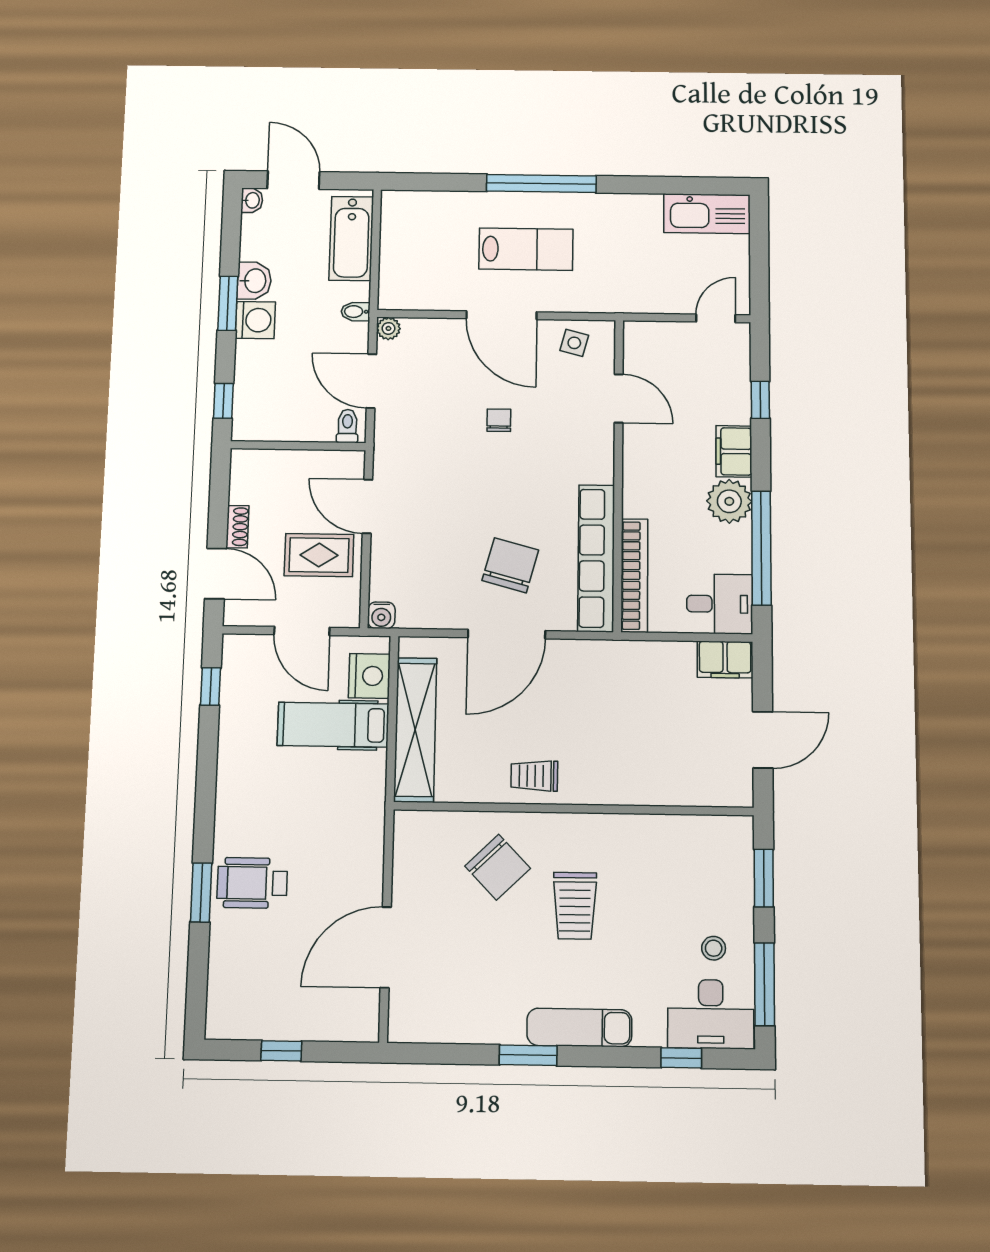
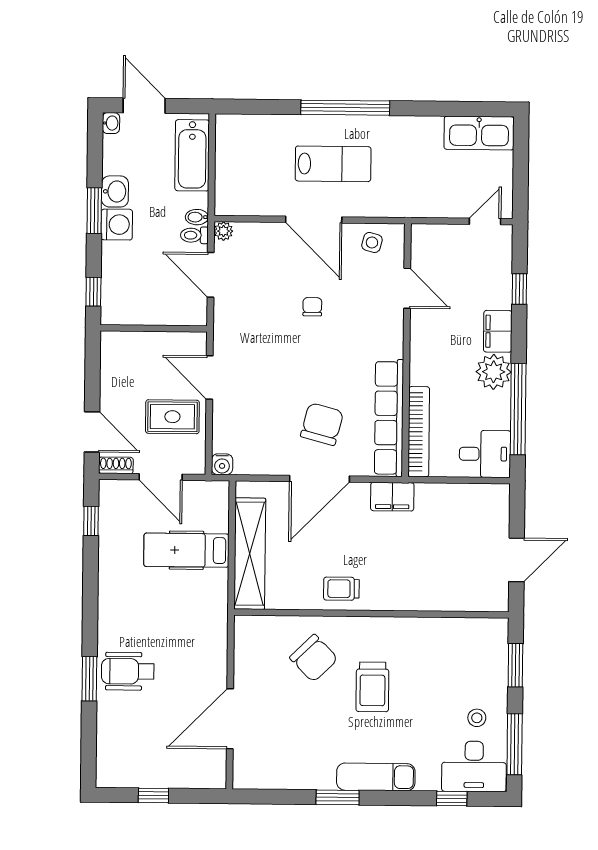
toilet: (347, 426) -> (194, 235), moved, turned -90
shoe rack: (237, 527) -> (116, 465), moved, turned -90
filing cabinet: (725, 660) -> (392, 497), moved
nightstand: (369, 676) -> (214, 512), removed

